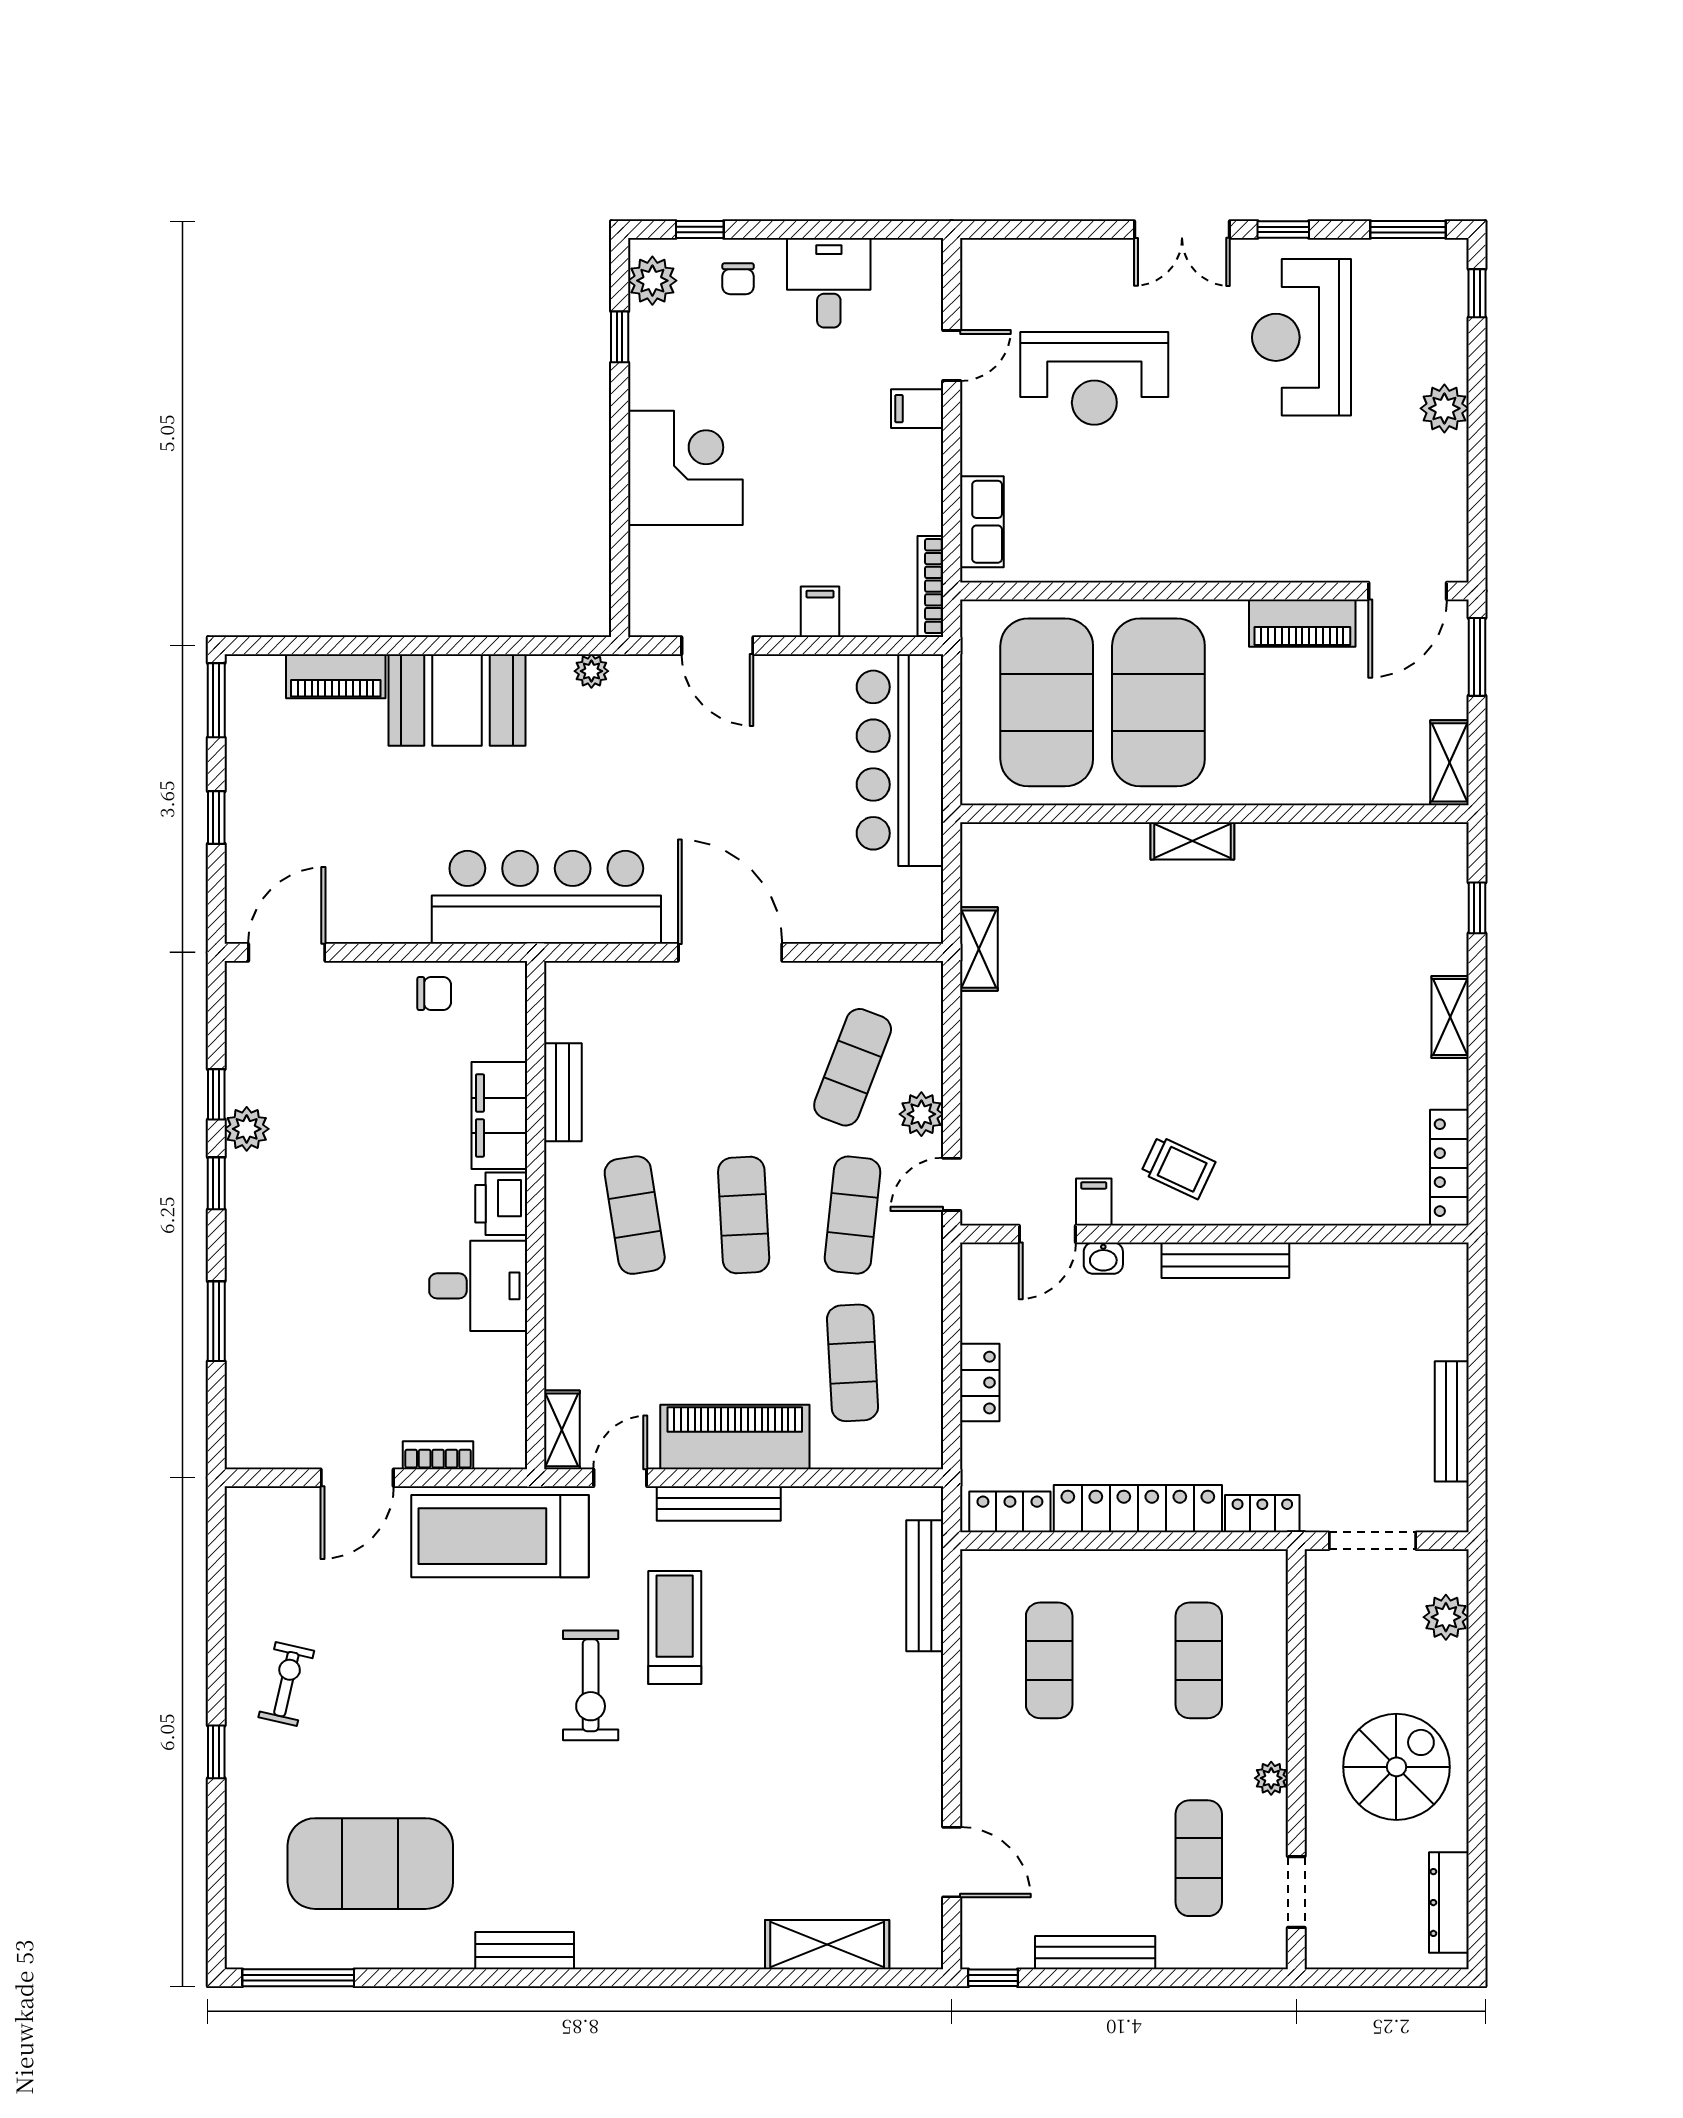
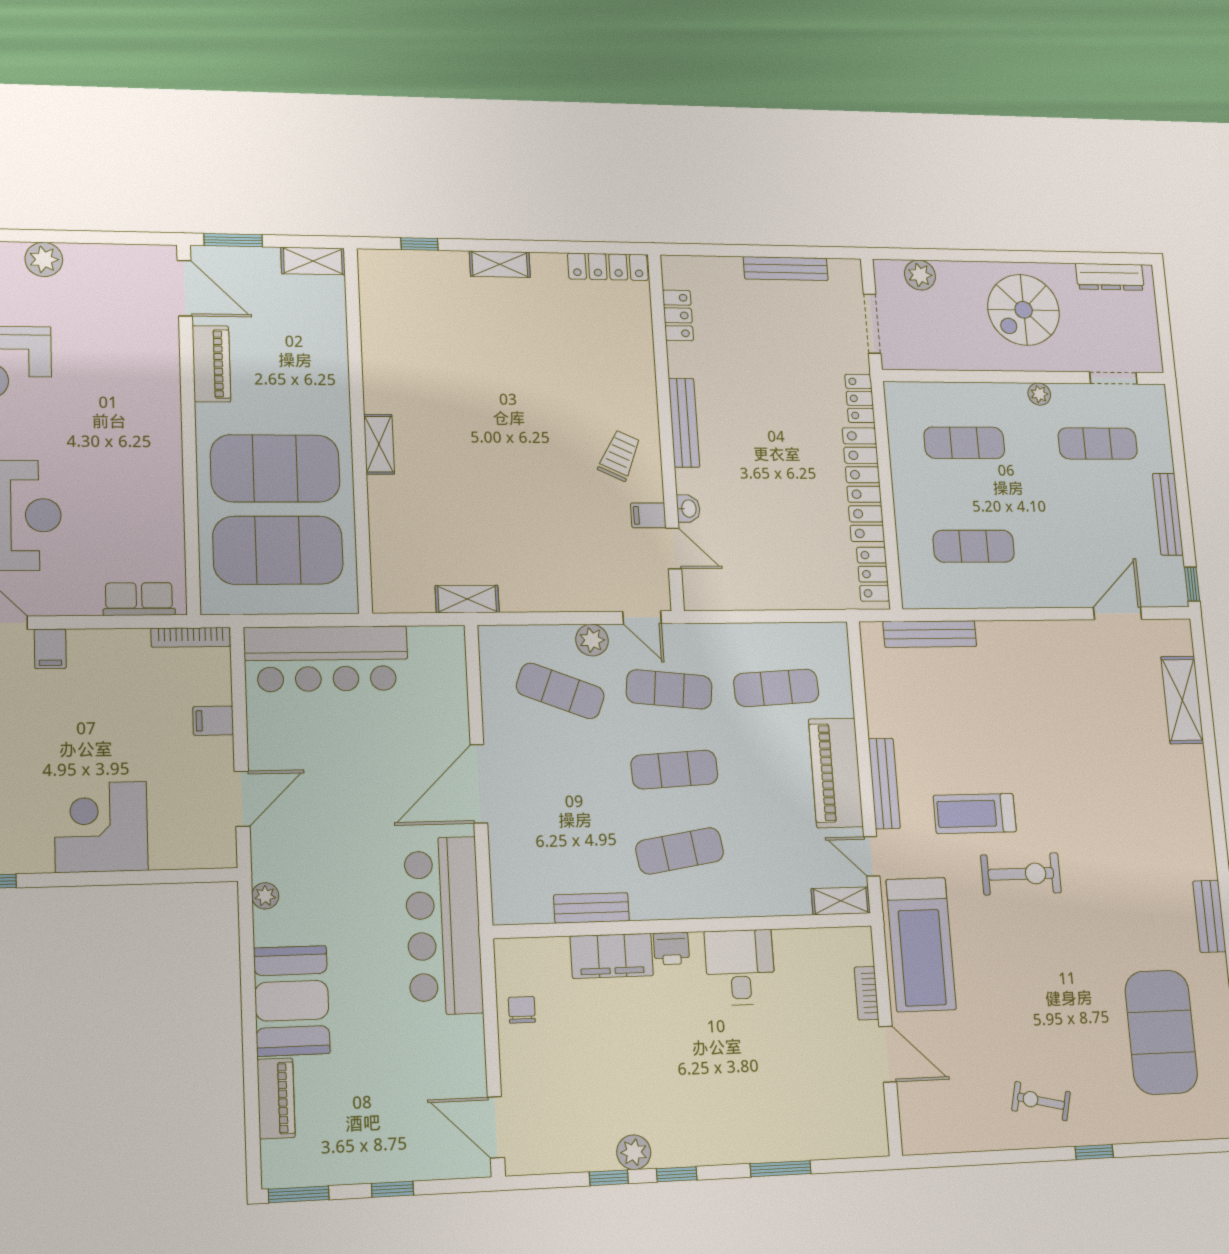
printer: (501, 1204) -> (671, 948), width x0.73, depth x0.81
locker: (980, 1383) -> (678, 315), moved, turned 90
spiral stairs: (1396, 1767) -> (1024, 310), turned -90

